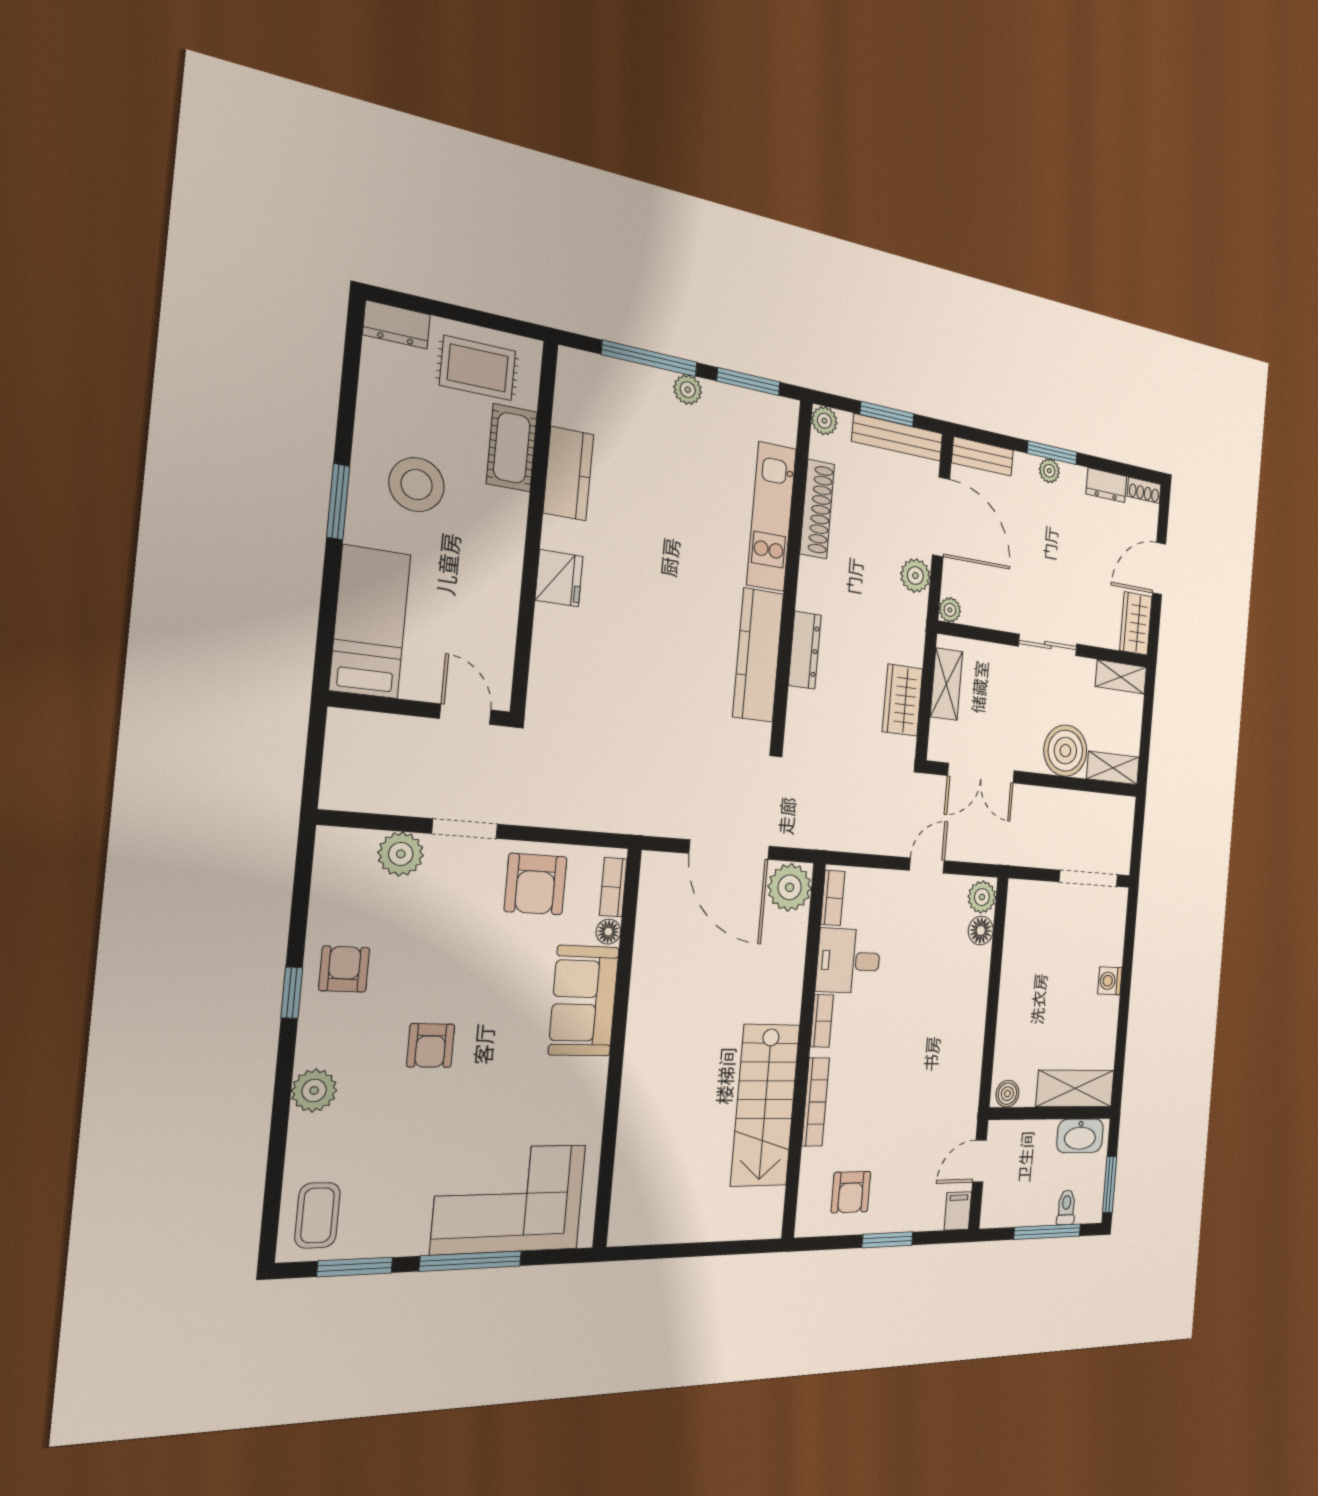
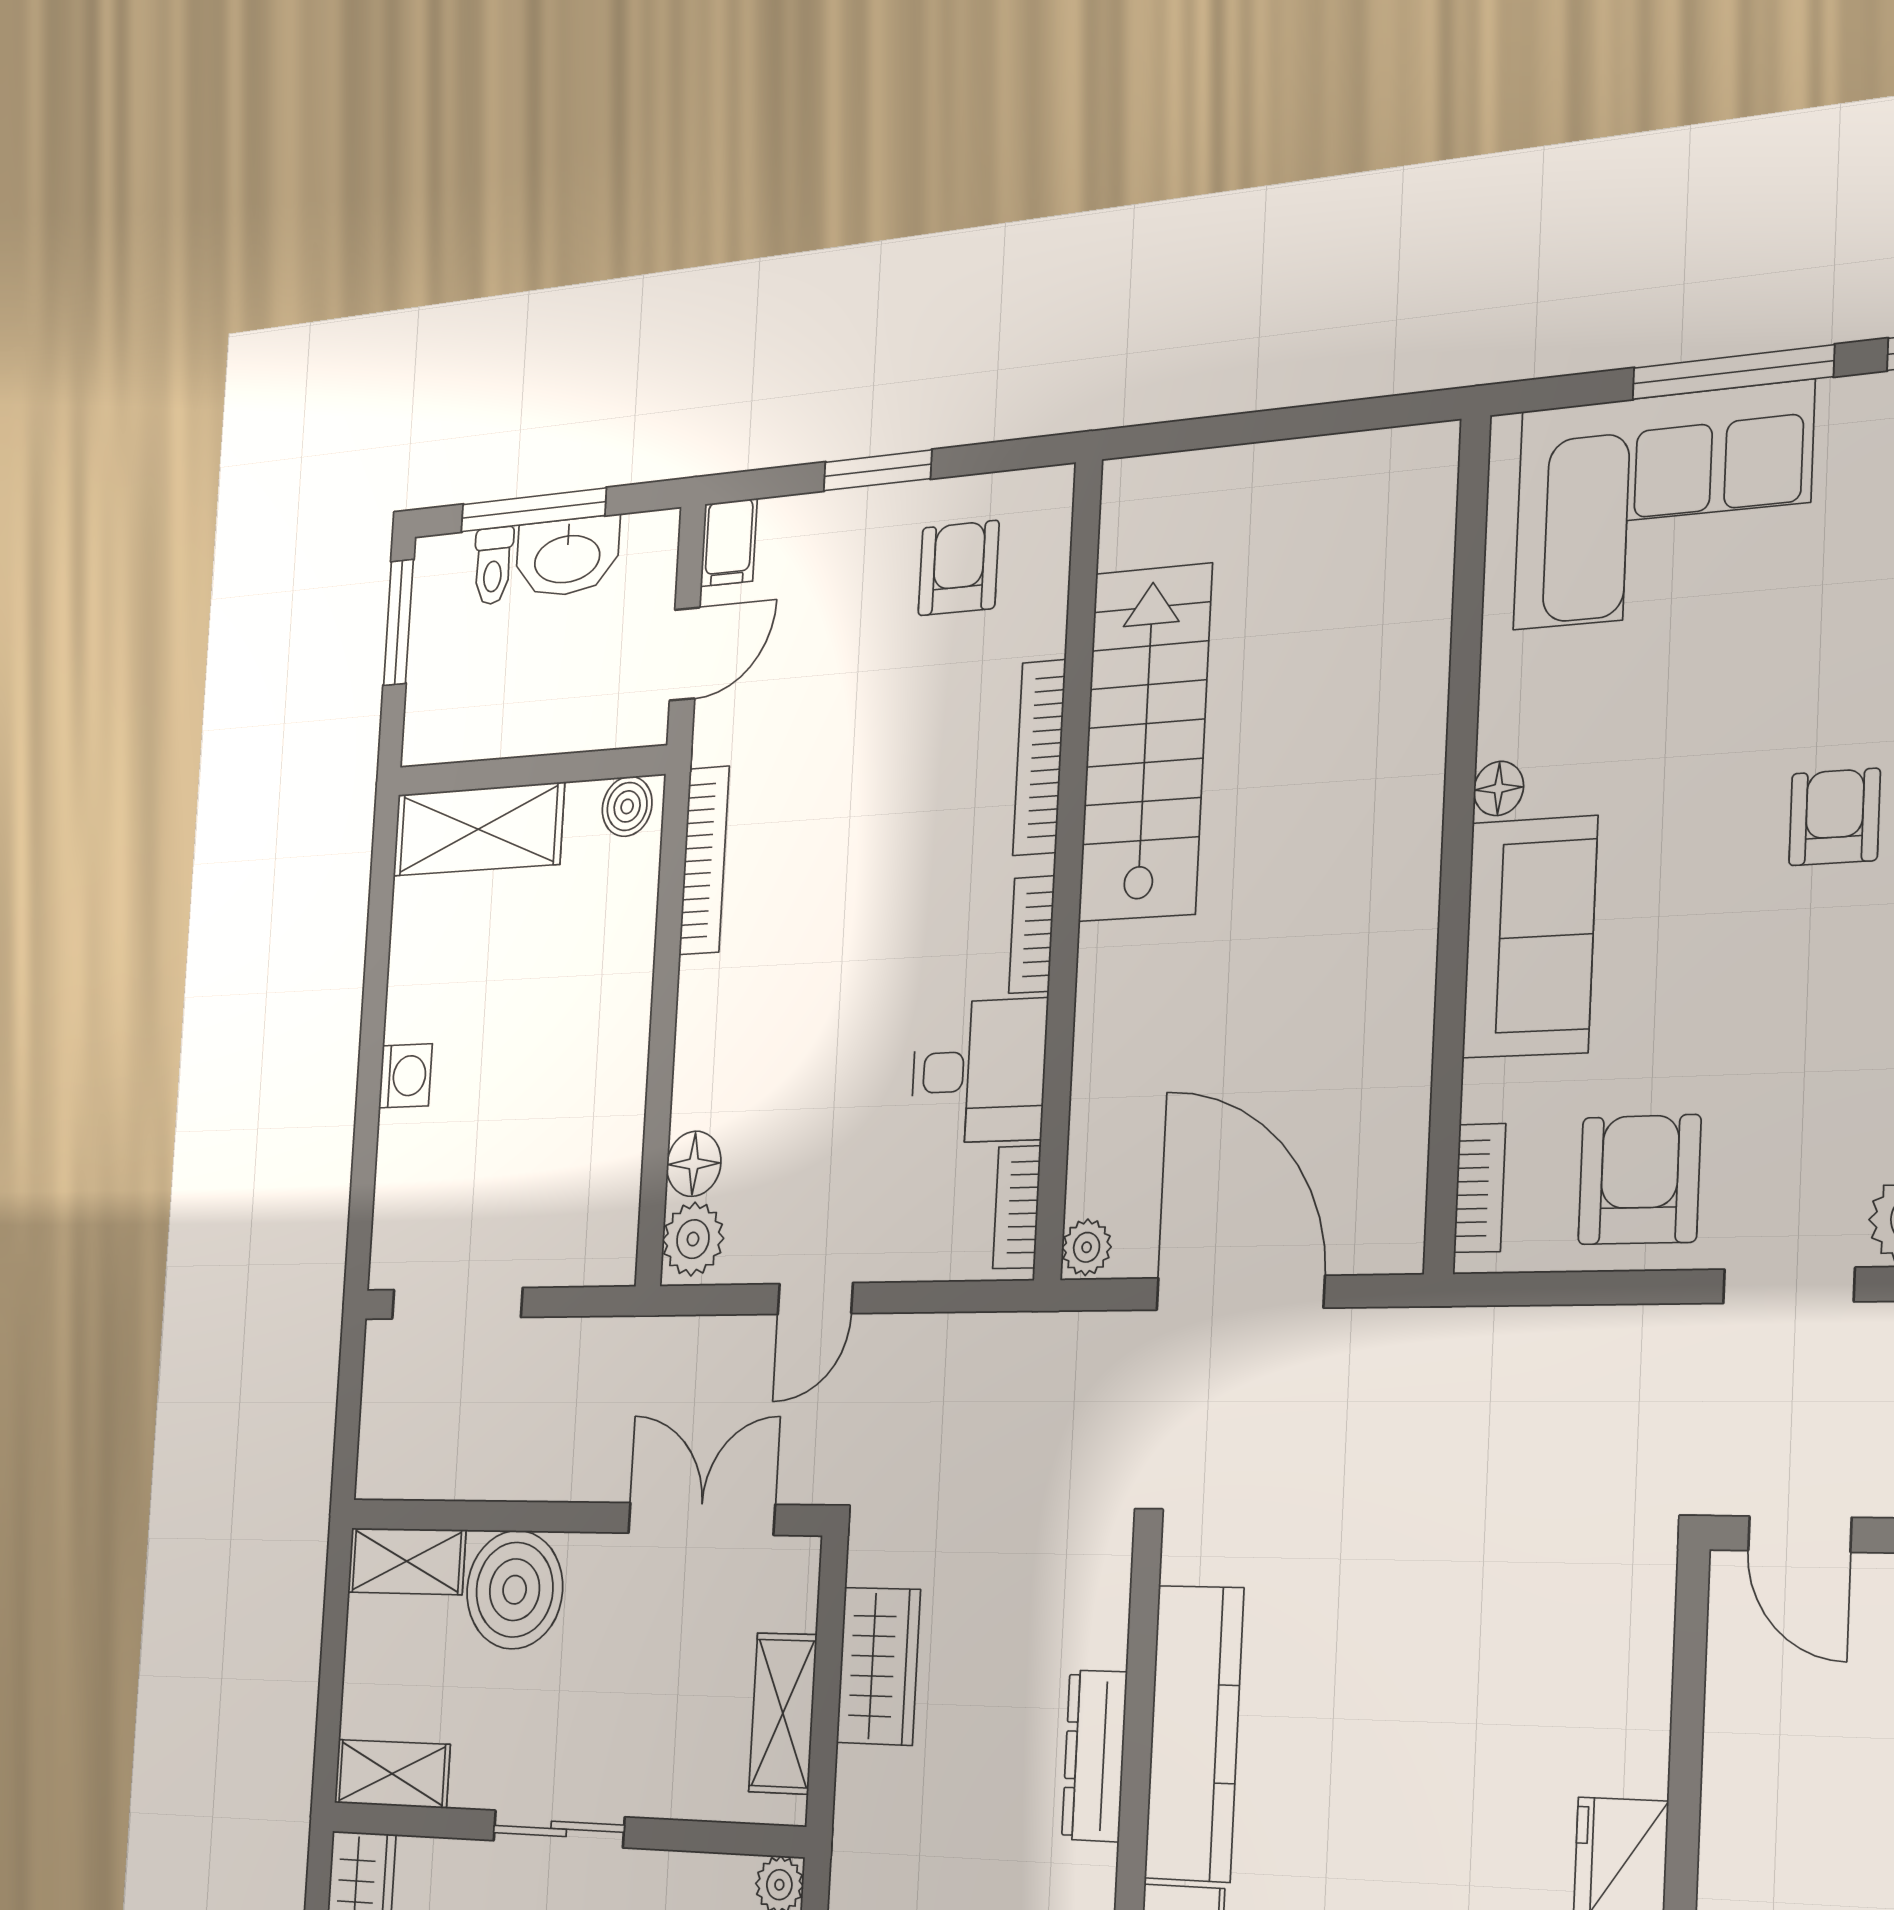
plant: (790, 887) -> (1087, 1247), width x0.53, depth x0.53
floor lamp: (608, 932) -> (1499, 788), moved
bookcase: (973, 1067) -> (704, 860), added
washbasin: (1080, 1136) -> (567, 557), moved, turned 180

